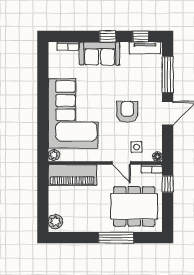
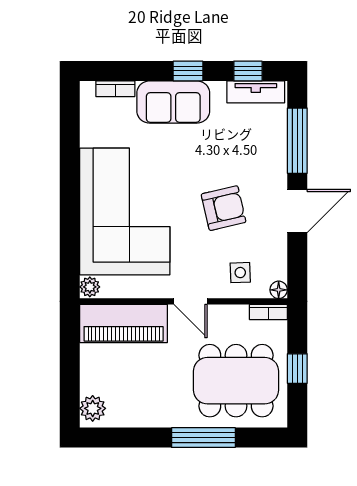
armchair: (127, 112) -> (224, 208), turned 77
door: (121, 163) -> (190, 301), moved
window: (168, 184) -> (297, 369), moved

